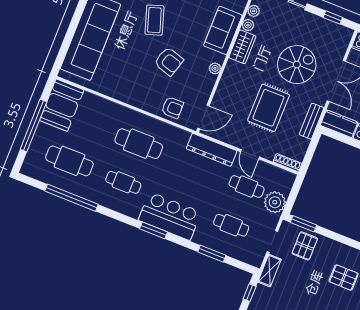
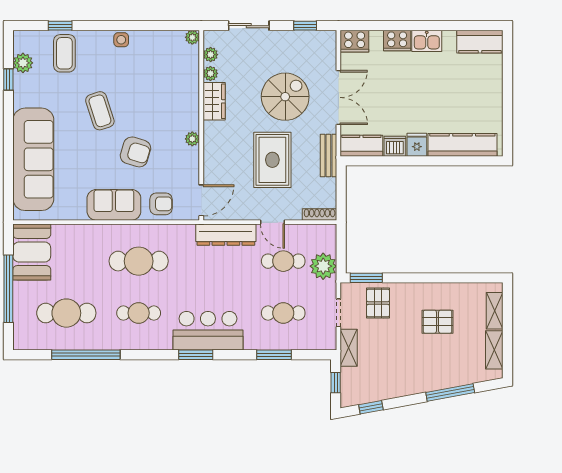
sofa: (223, 30) -> (114, 205), moved, turned 90

